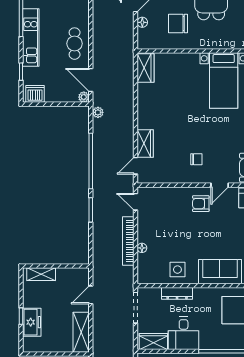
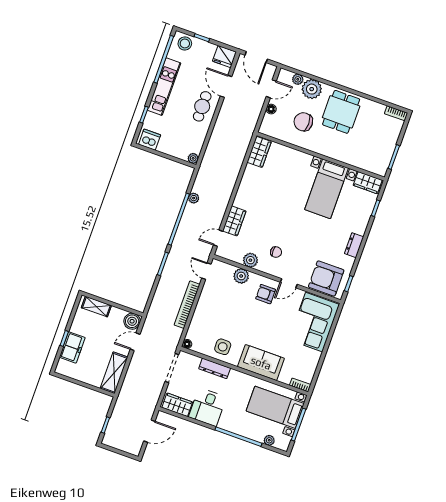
door: (91, 80) -> (226, 86), moved
plant: (98, 112) -> (194, 198), moved
plant: (174, 176) -> (250, 260), added
plant: (171, 195) -> (241, 276), added
floor lamp: (142, 248) -> (187, 344), moved
boiler: (81, 276) -> (132, 321), added

